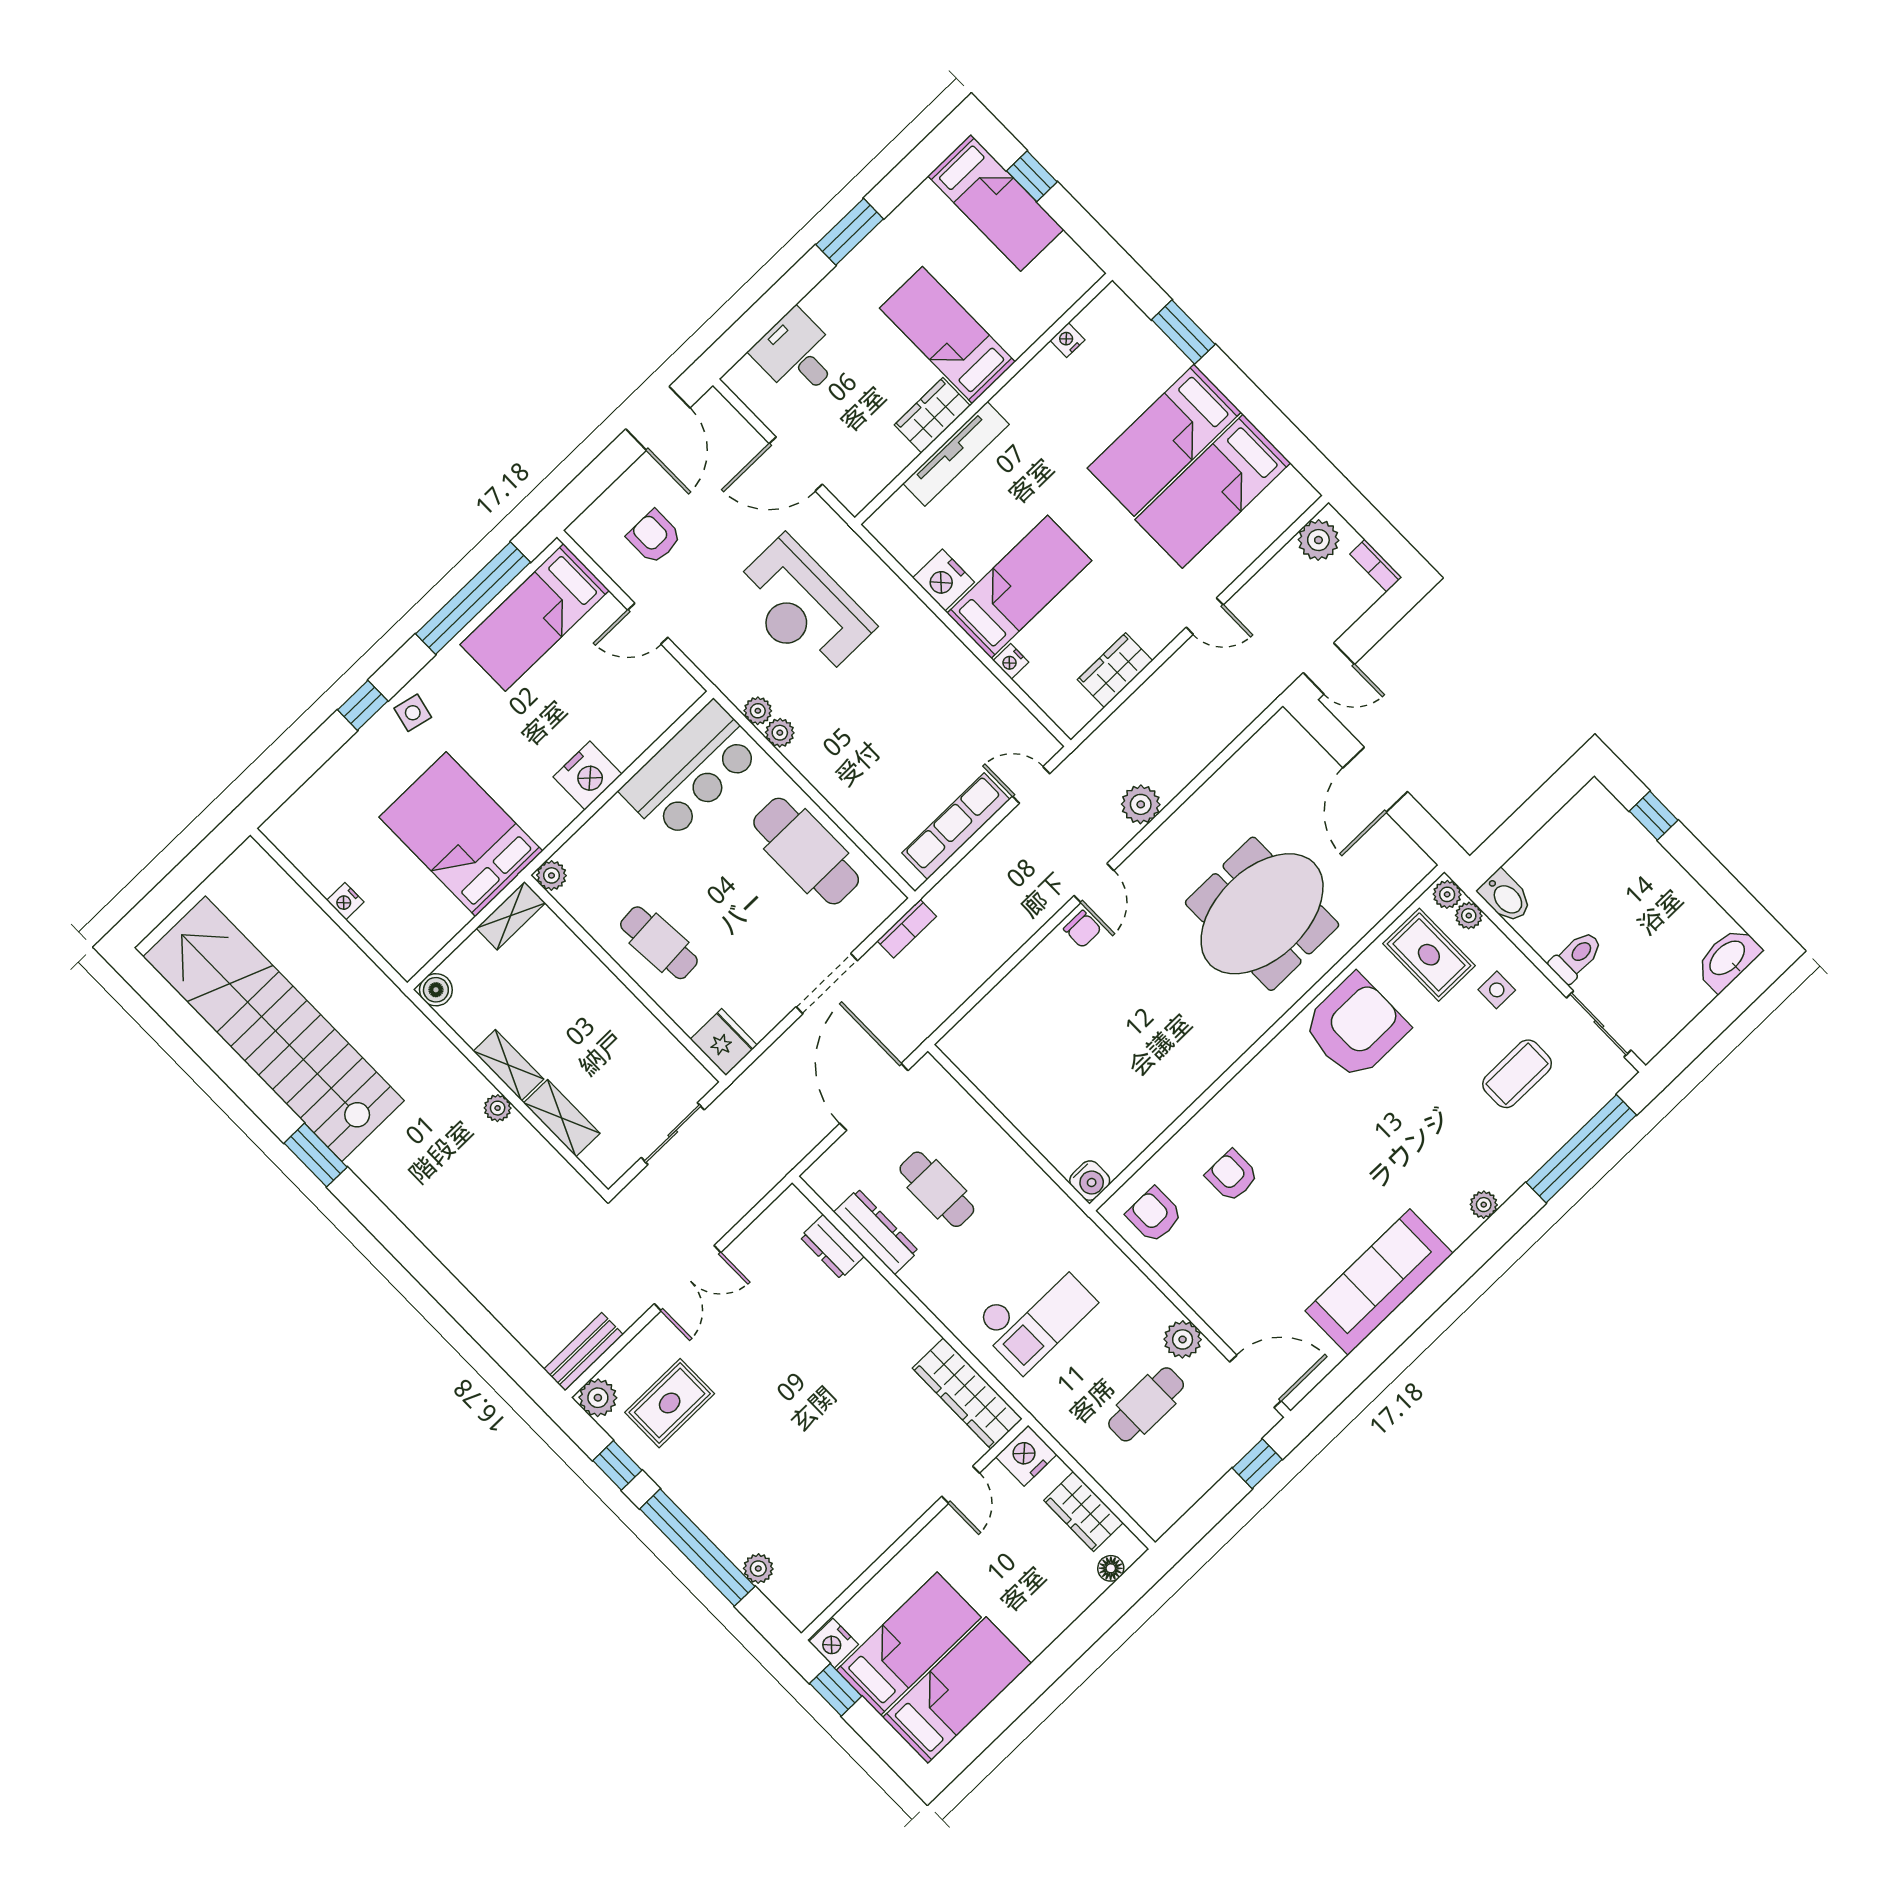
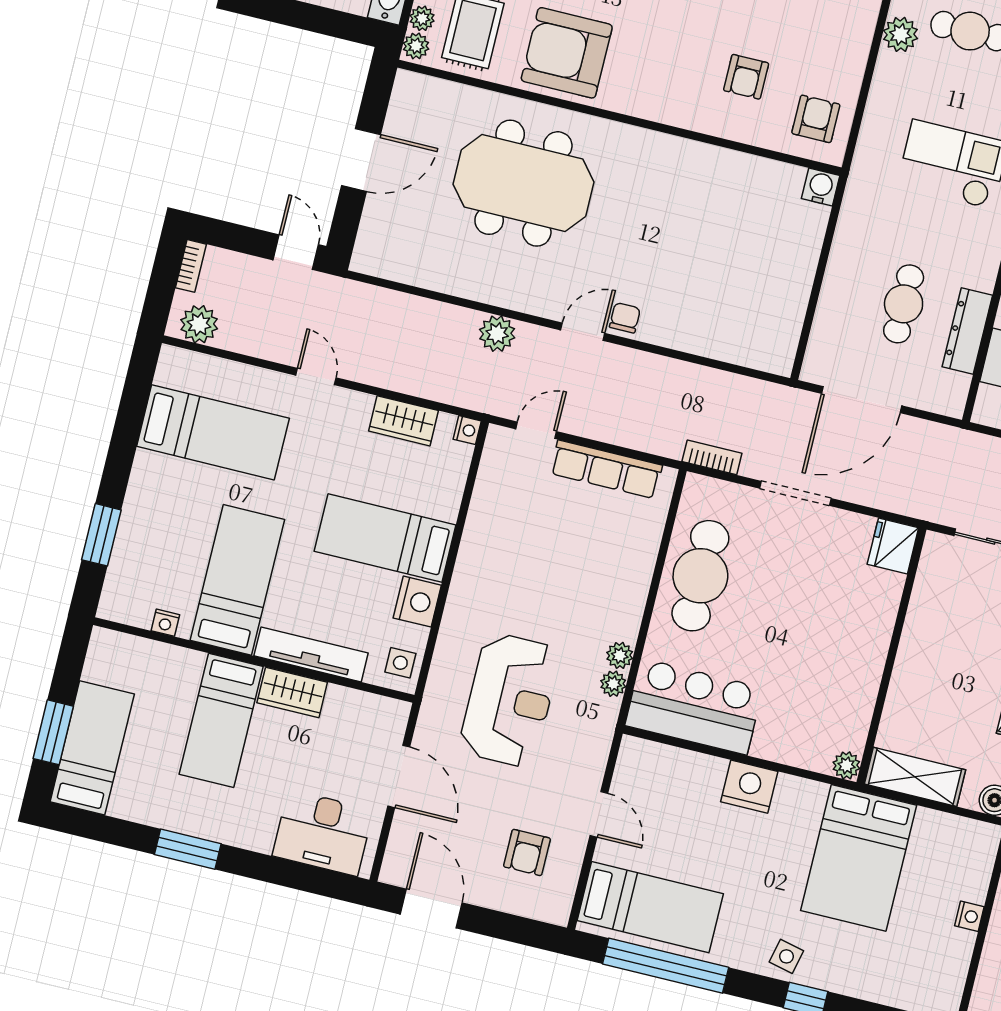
window: (1032, 176) -> (53, 732), width x1.50
desk: (797, 354) -> (323, 833), width x1.37
door: (658, 418) -> (431, 908), hinge flipped
bed: (1164, 440) -> (237, 580), moved, turned -90
side table: (898, 530) -> (400, 663), added
nightstand: (1011, 661) -> (467, 430), moved
door: (1031, 785) -> (536, 430), swing flipped
shelving: (511, 916) -> (915, 777), width x1.50, depth x1.33
cafe table: (659, 943) -> (846, 647), removed
armchair: (1154, 1215) -> (816, 119), turned 180

